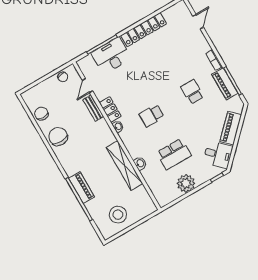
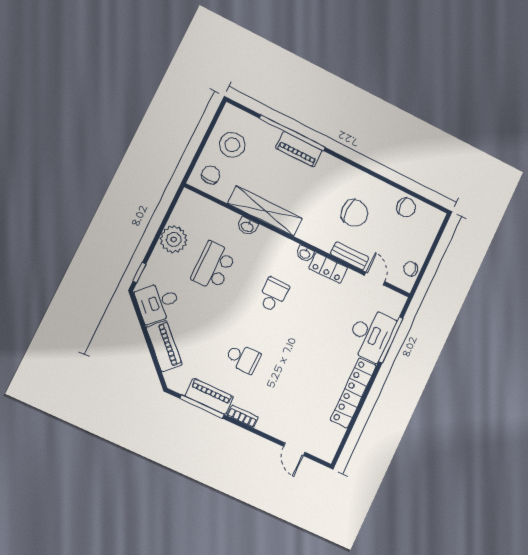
chair: (58, 136) -> (354, 213), moved
chair: (141, 206) -> (211, 175), added

